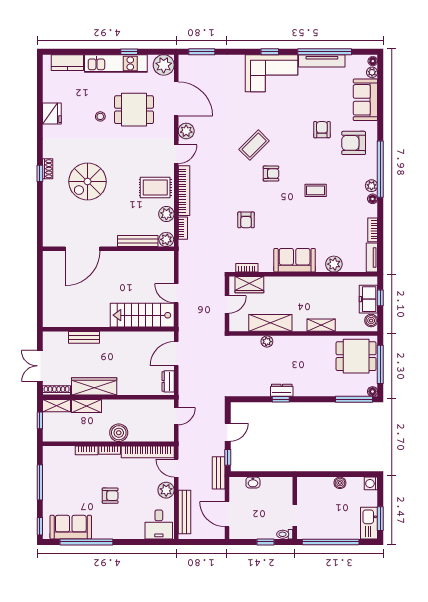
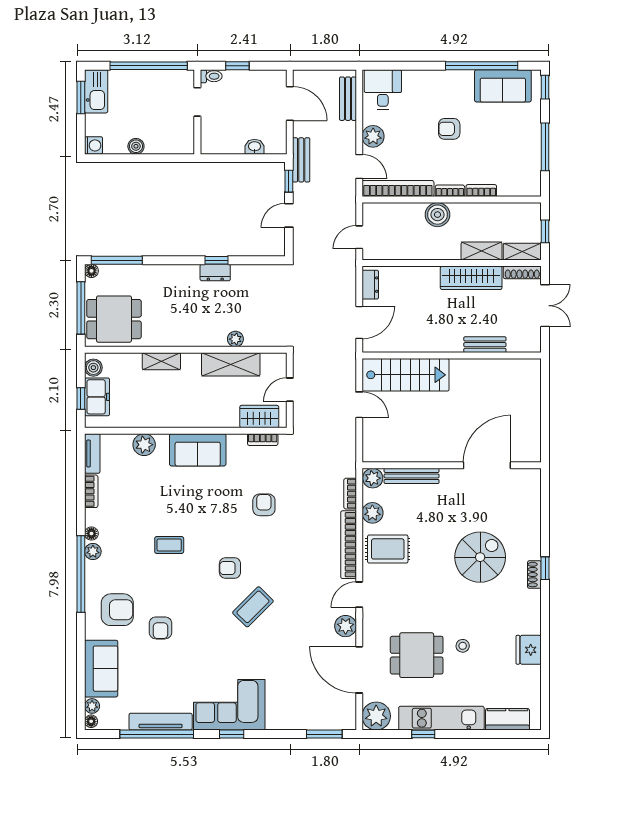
bench: (184, 512) -> (348, 99), width x0.73

